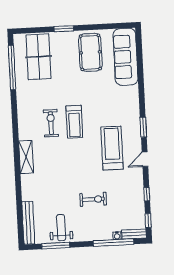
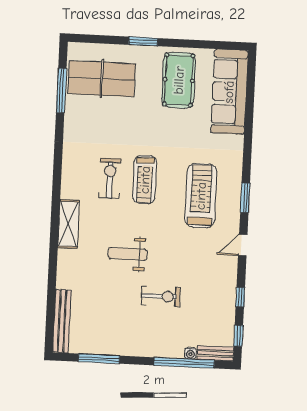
table tennis table: (39, 57) -> (102, 79), turned 90
window: (12, 67) -> (61, 90), width x0.68
treadmill: (112, 148) -> (201, 196), moved
weight bench: (61, 228) -> (128, 254), moved, turned -90

